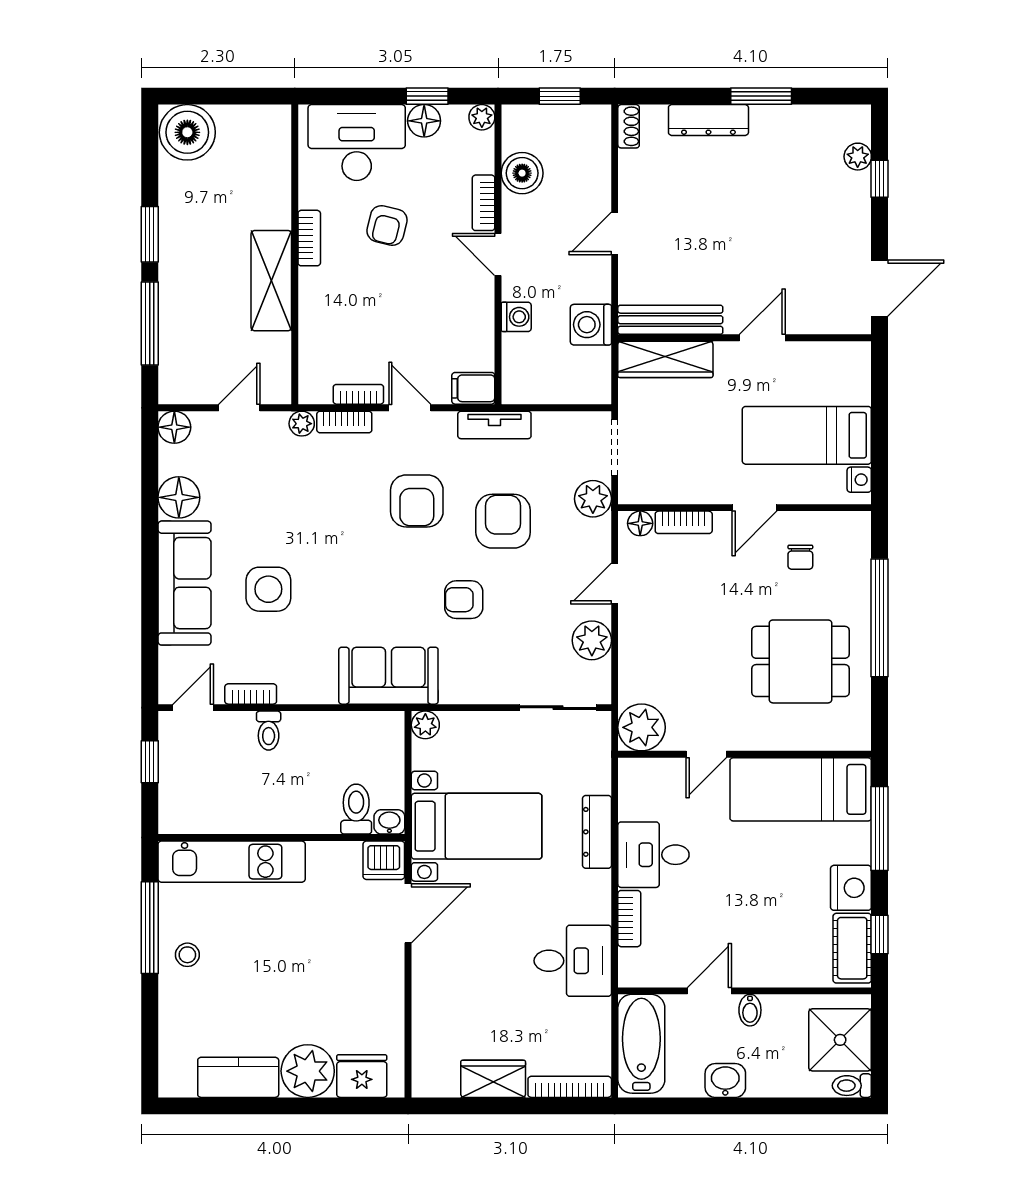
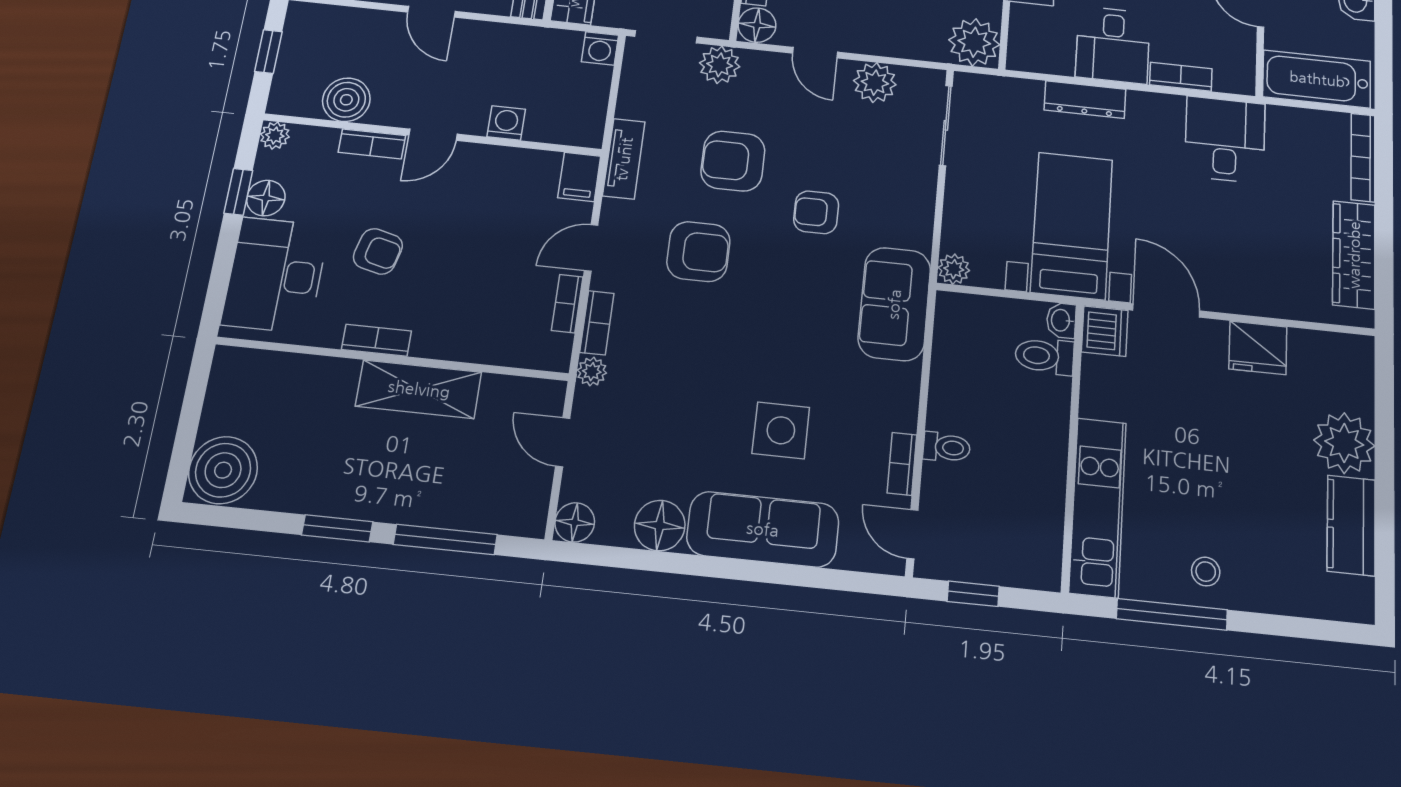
washing machine: (591, 325) -> (600, 48), moved, width x0.73, depth x0.73
floor lamp: (640, 523) -> (757, 25), width x1.37, depth x1.37
armchair: (464, 600) -> (816, 212), turned 90
fridge: (362, 1076) -> (1258, 348), moved, turned -90
wardrobe: (493, 1079) -> (1354, 255), width x1.50

